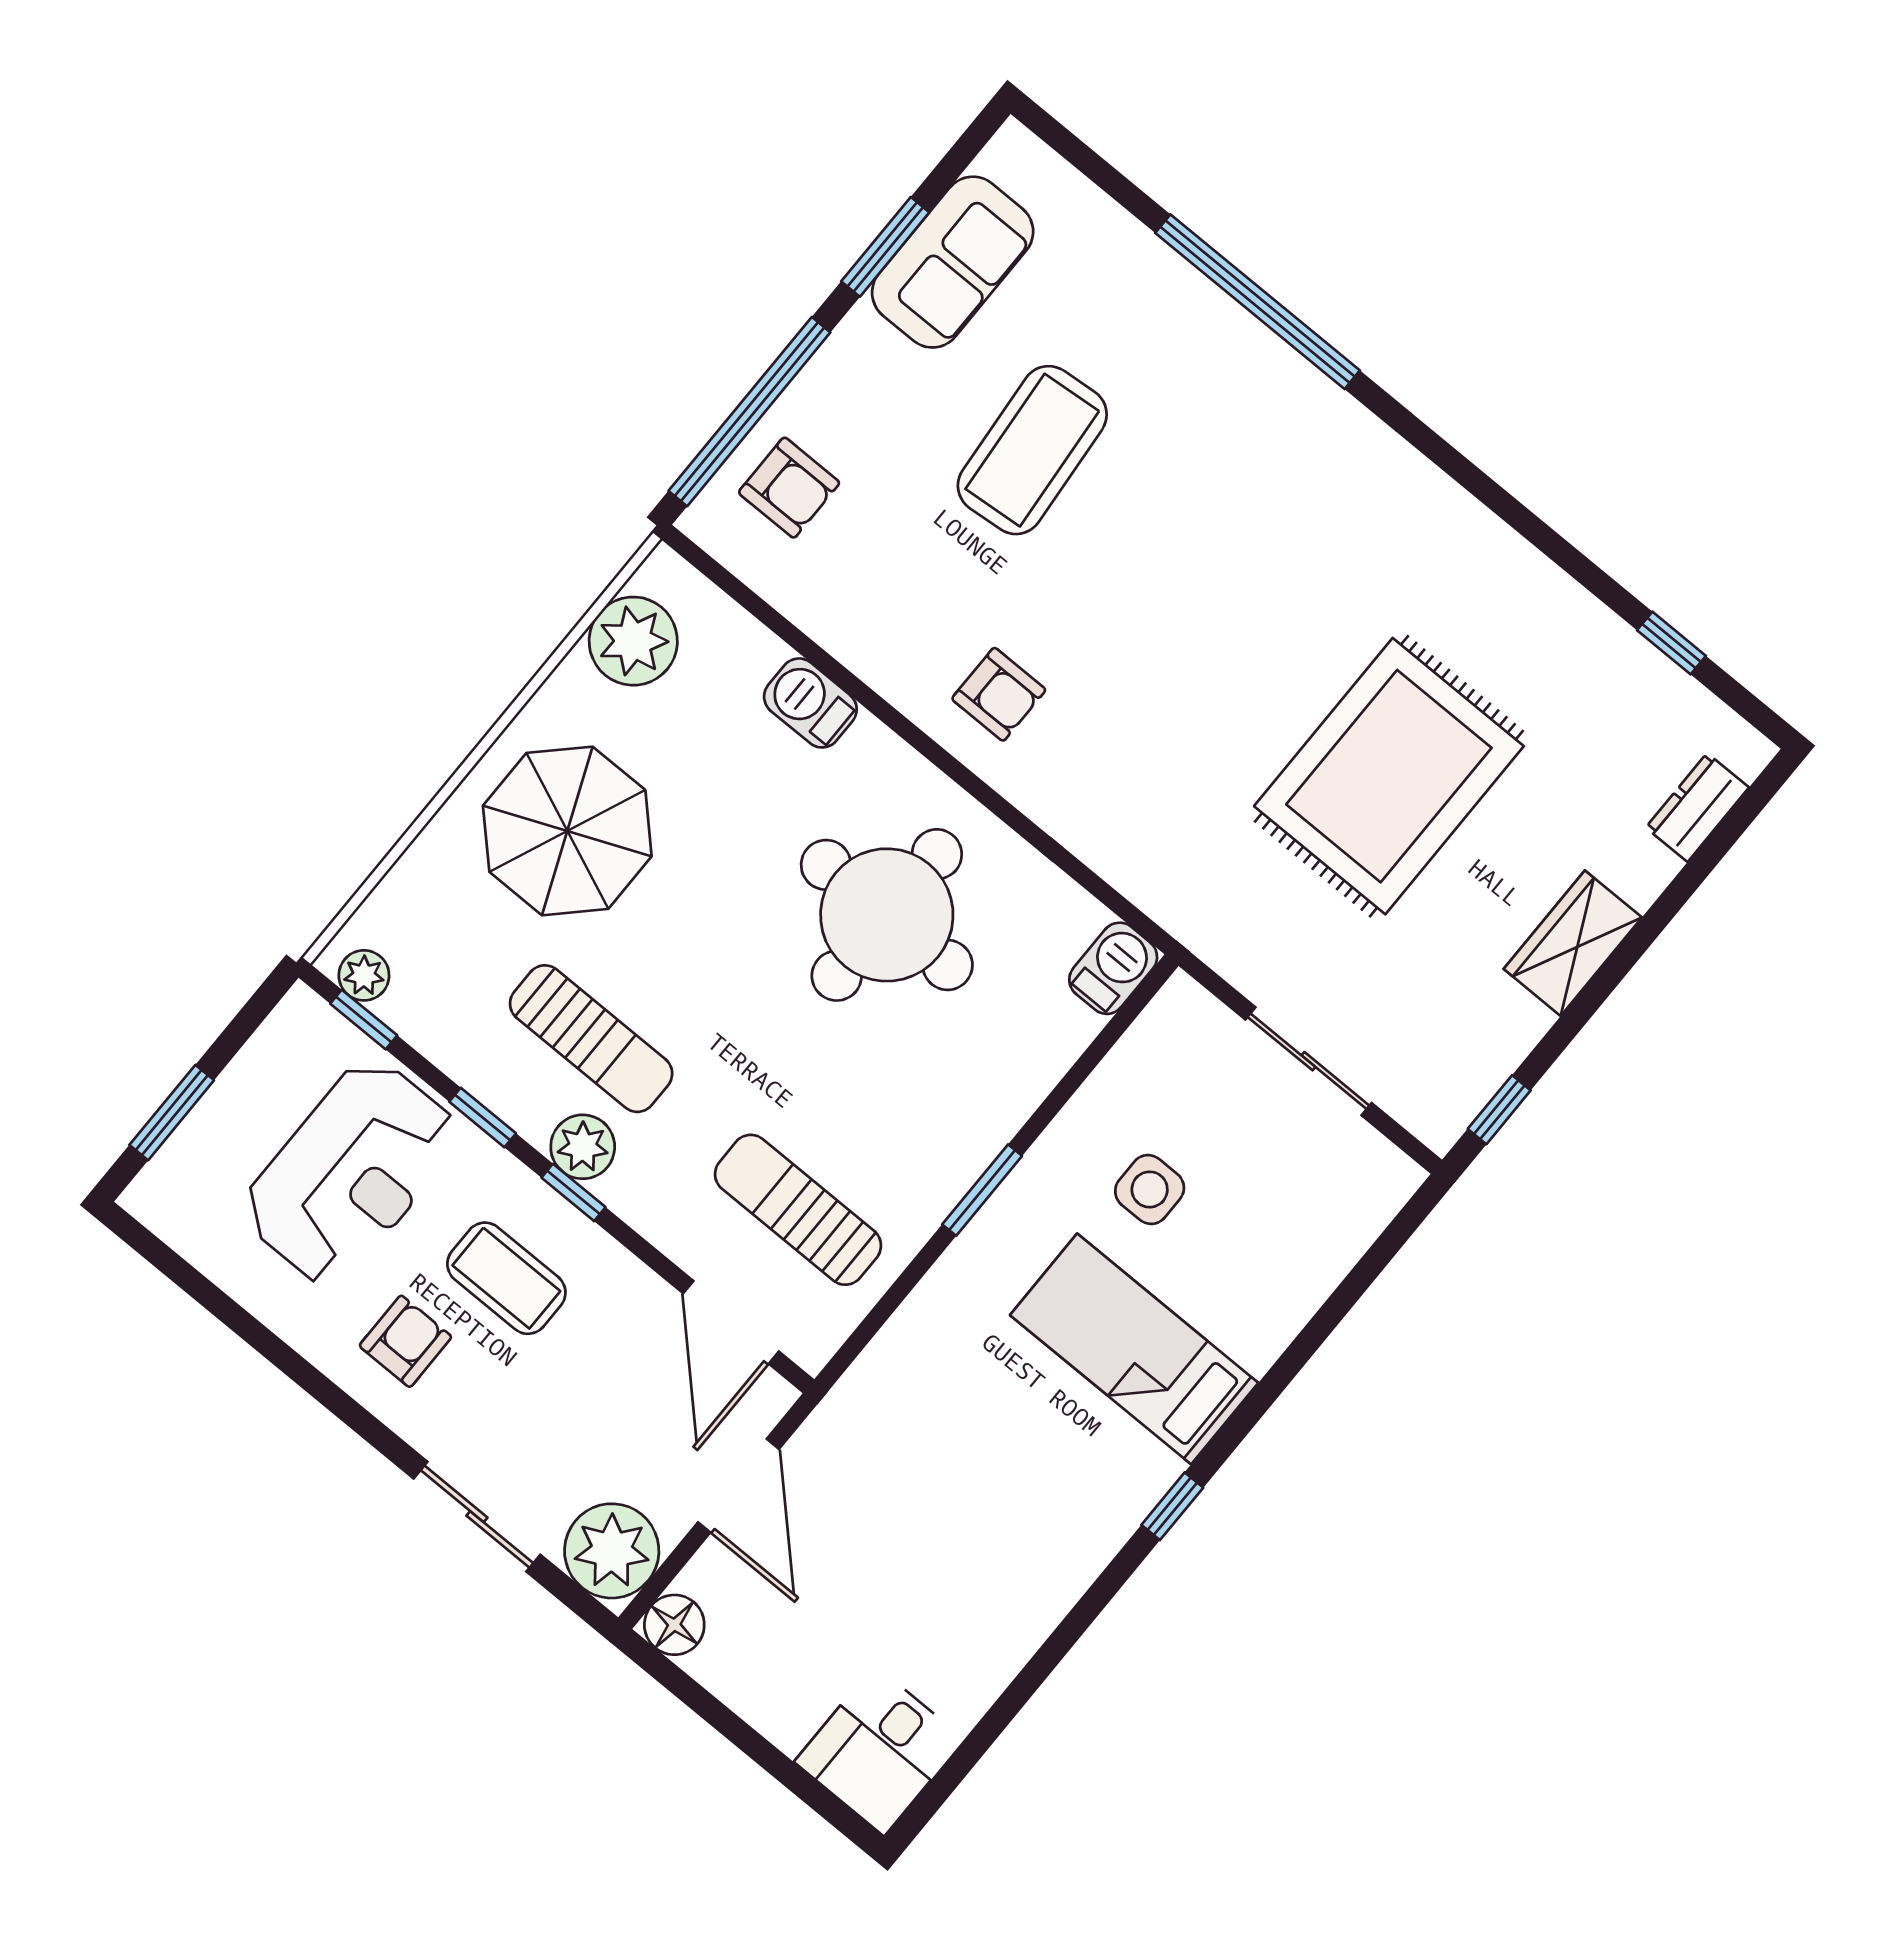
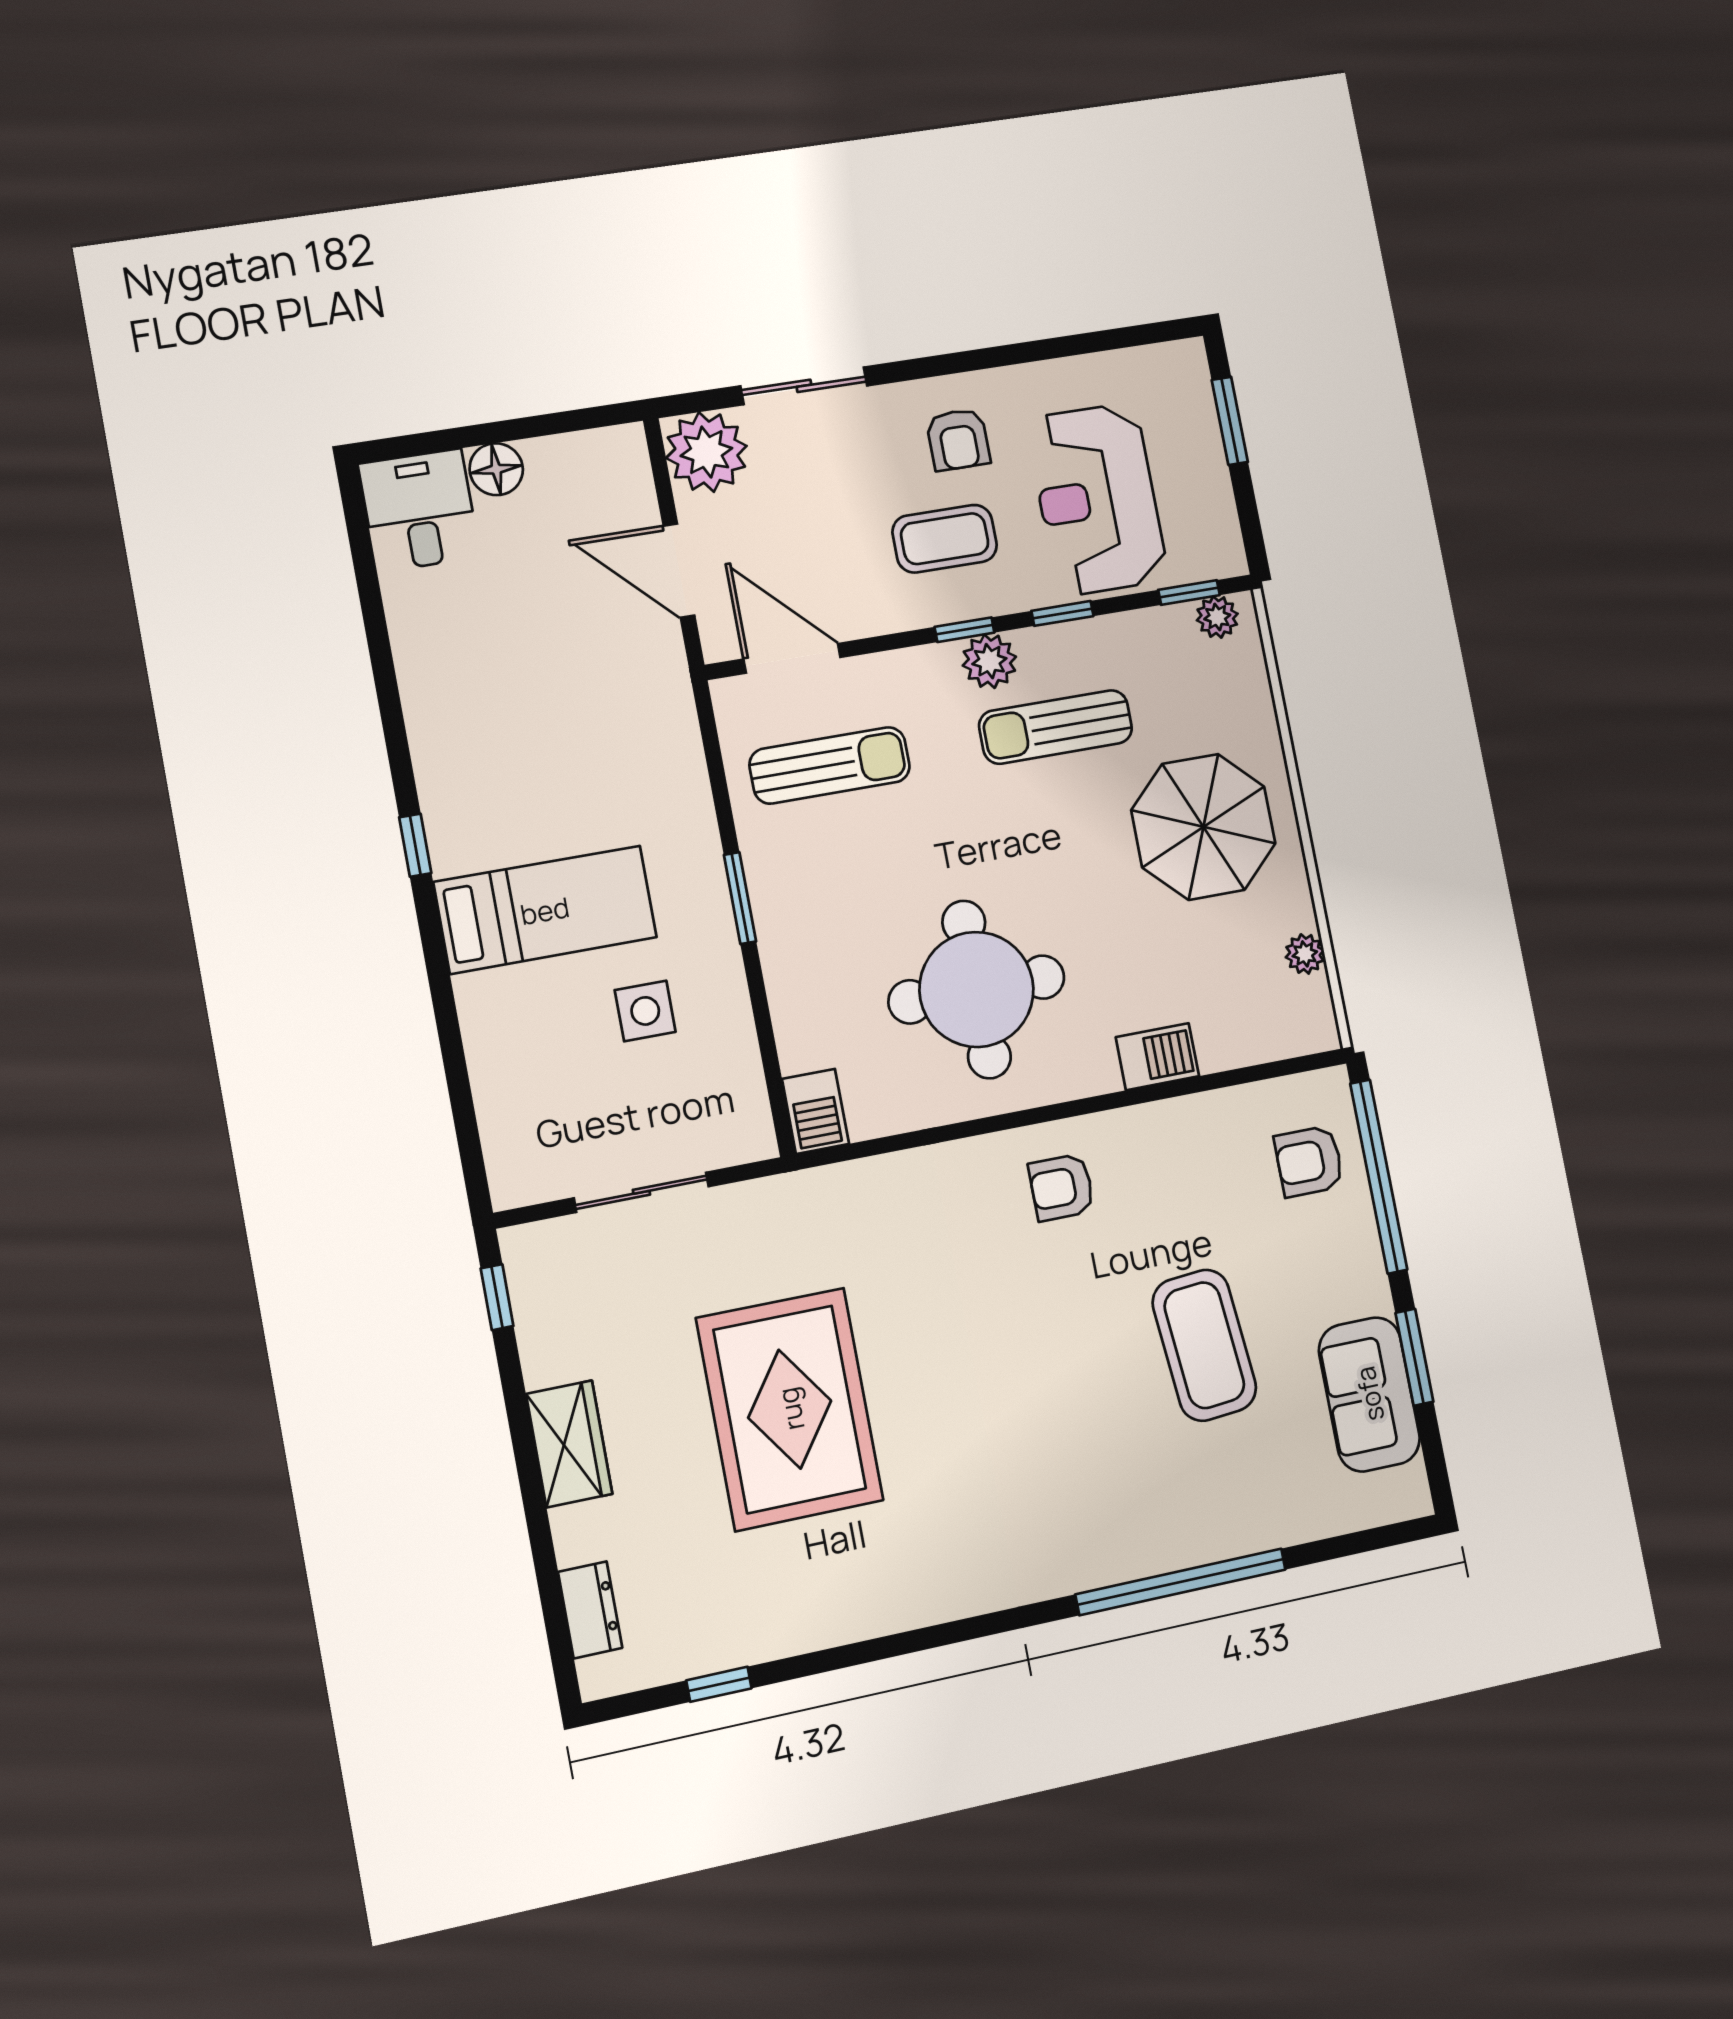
plant: (633, 641) -> (1305, 954), width x0.53, depth x0.53
floor lamp: (674, 1625) -> (496, 469), moved

